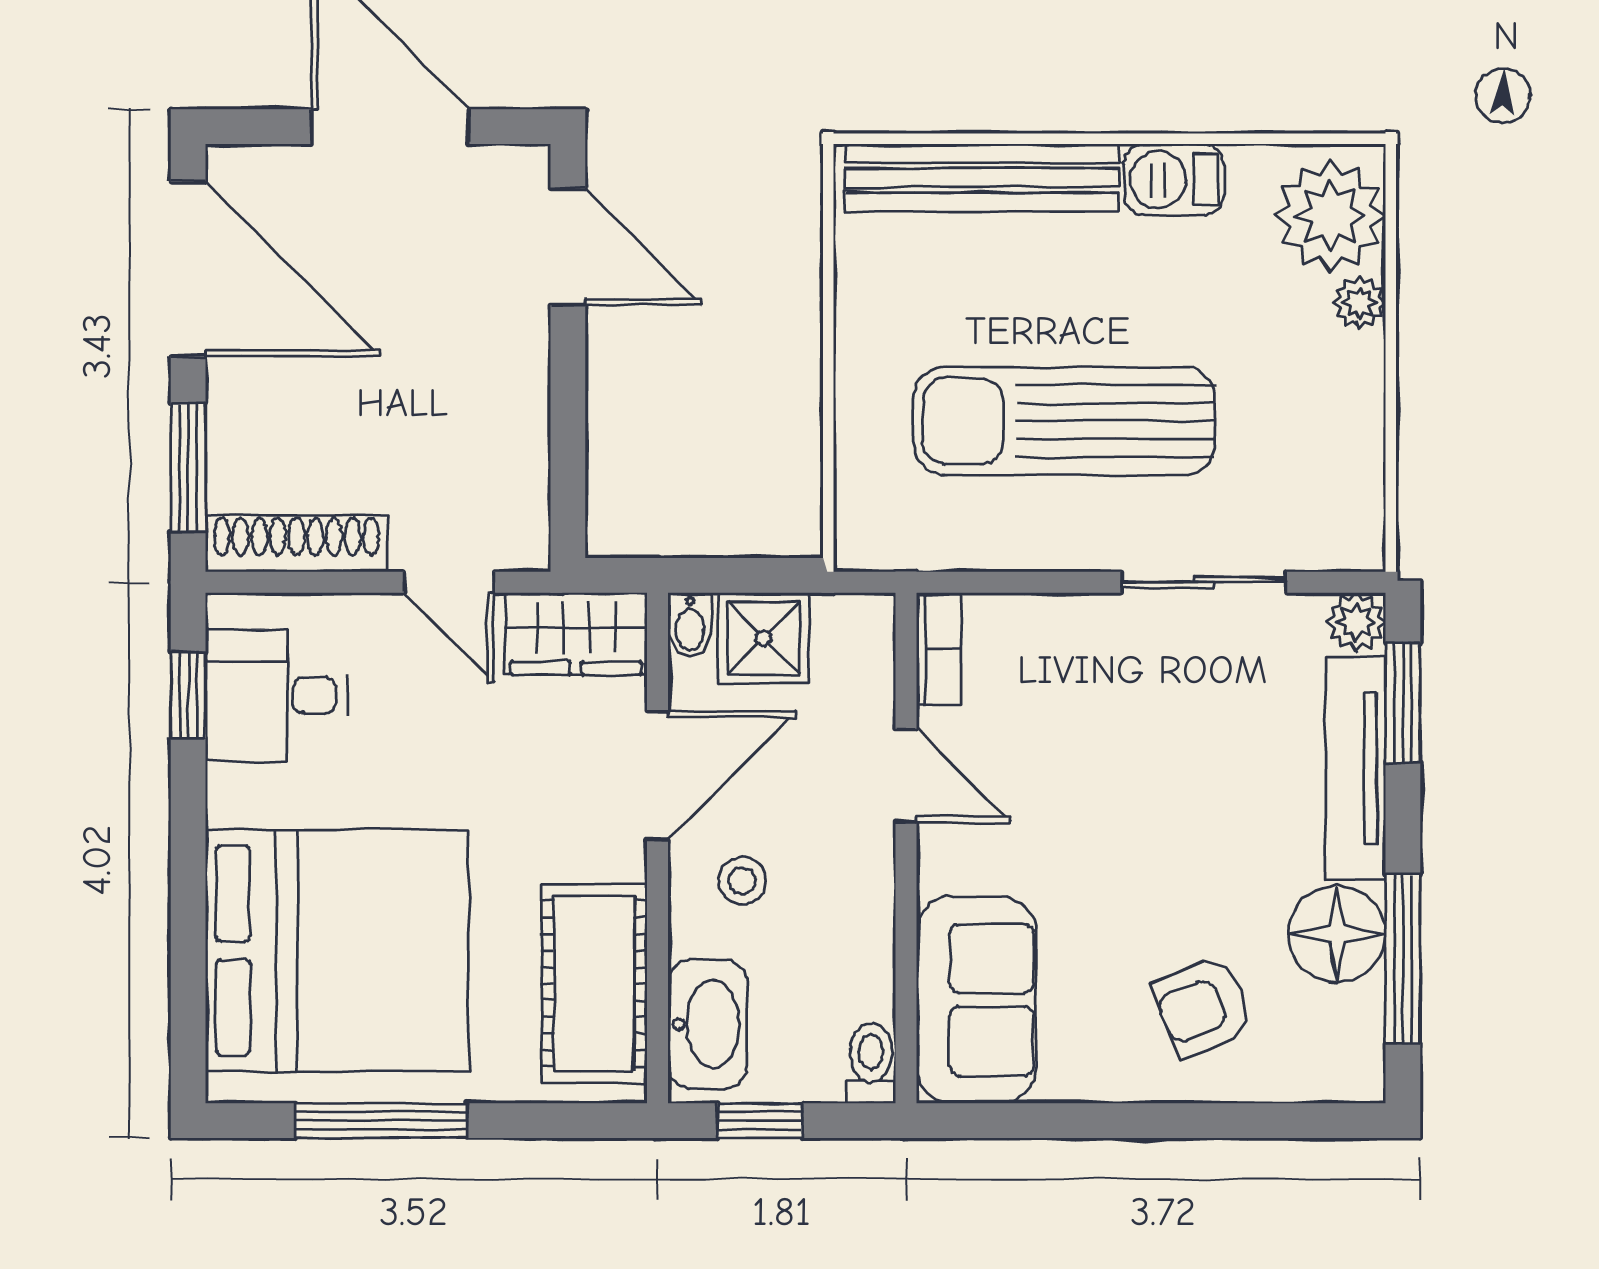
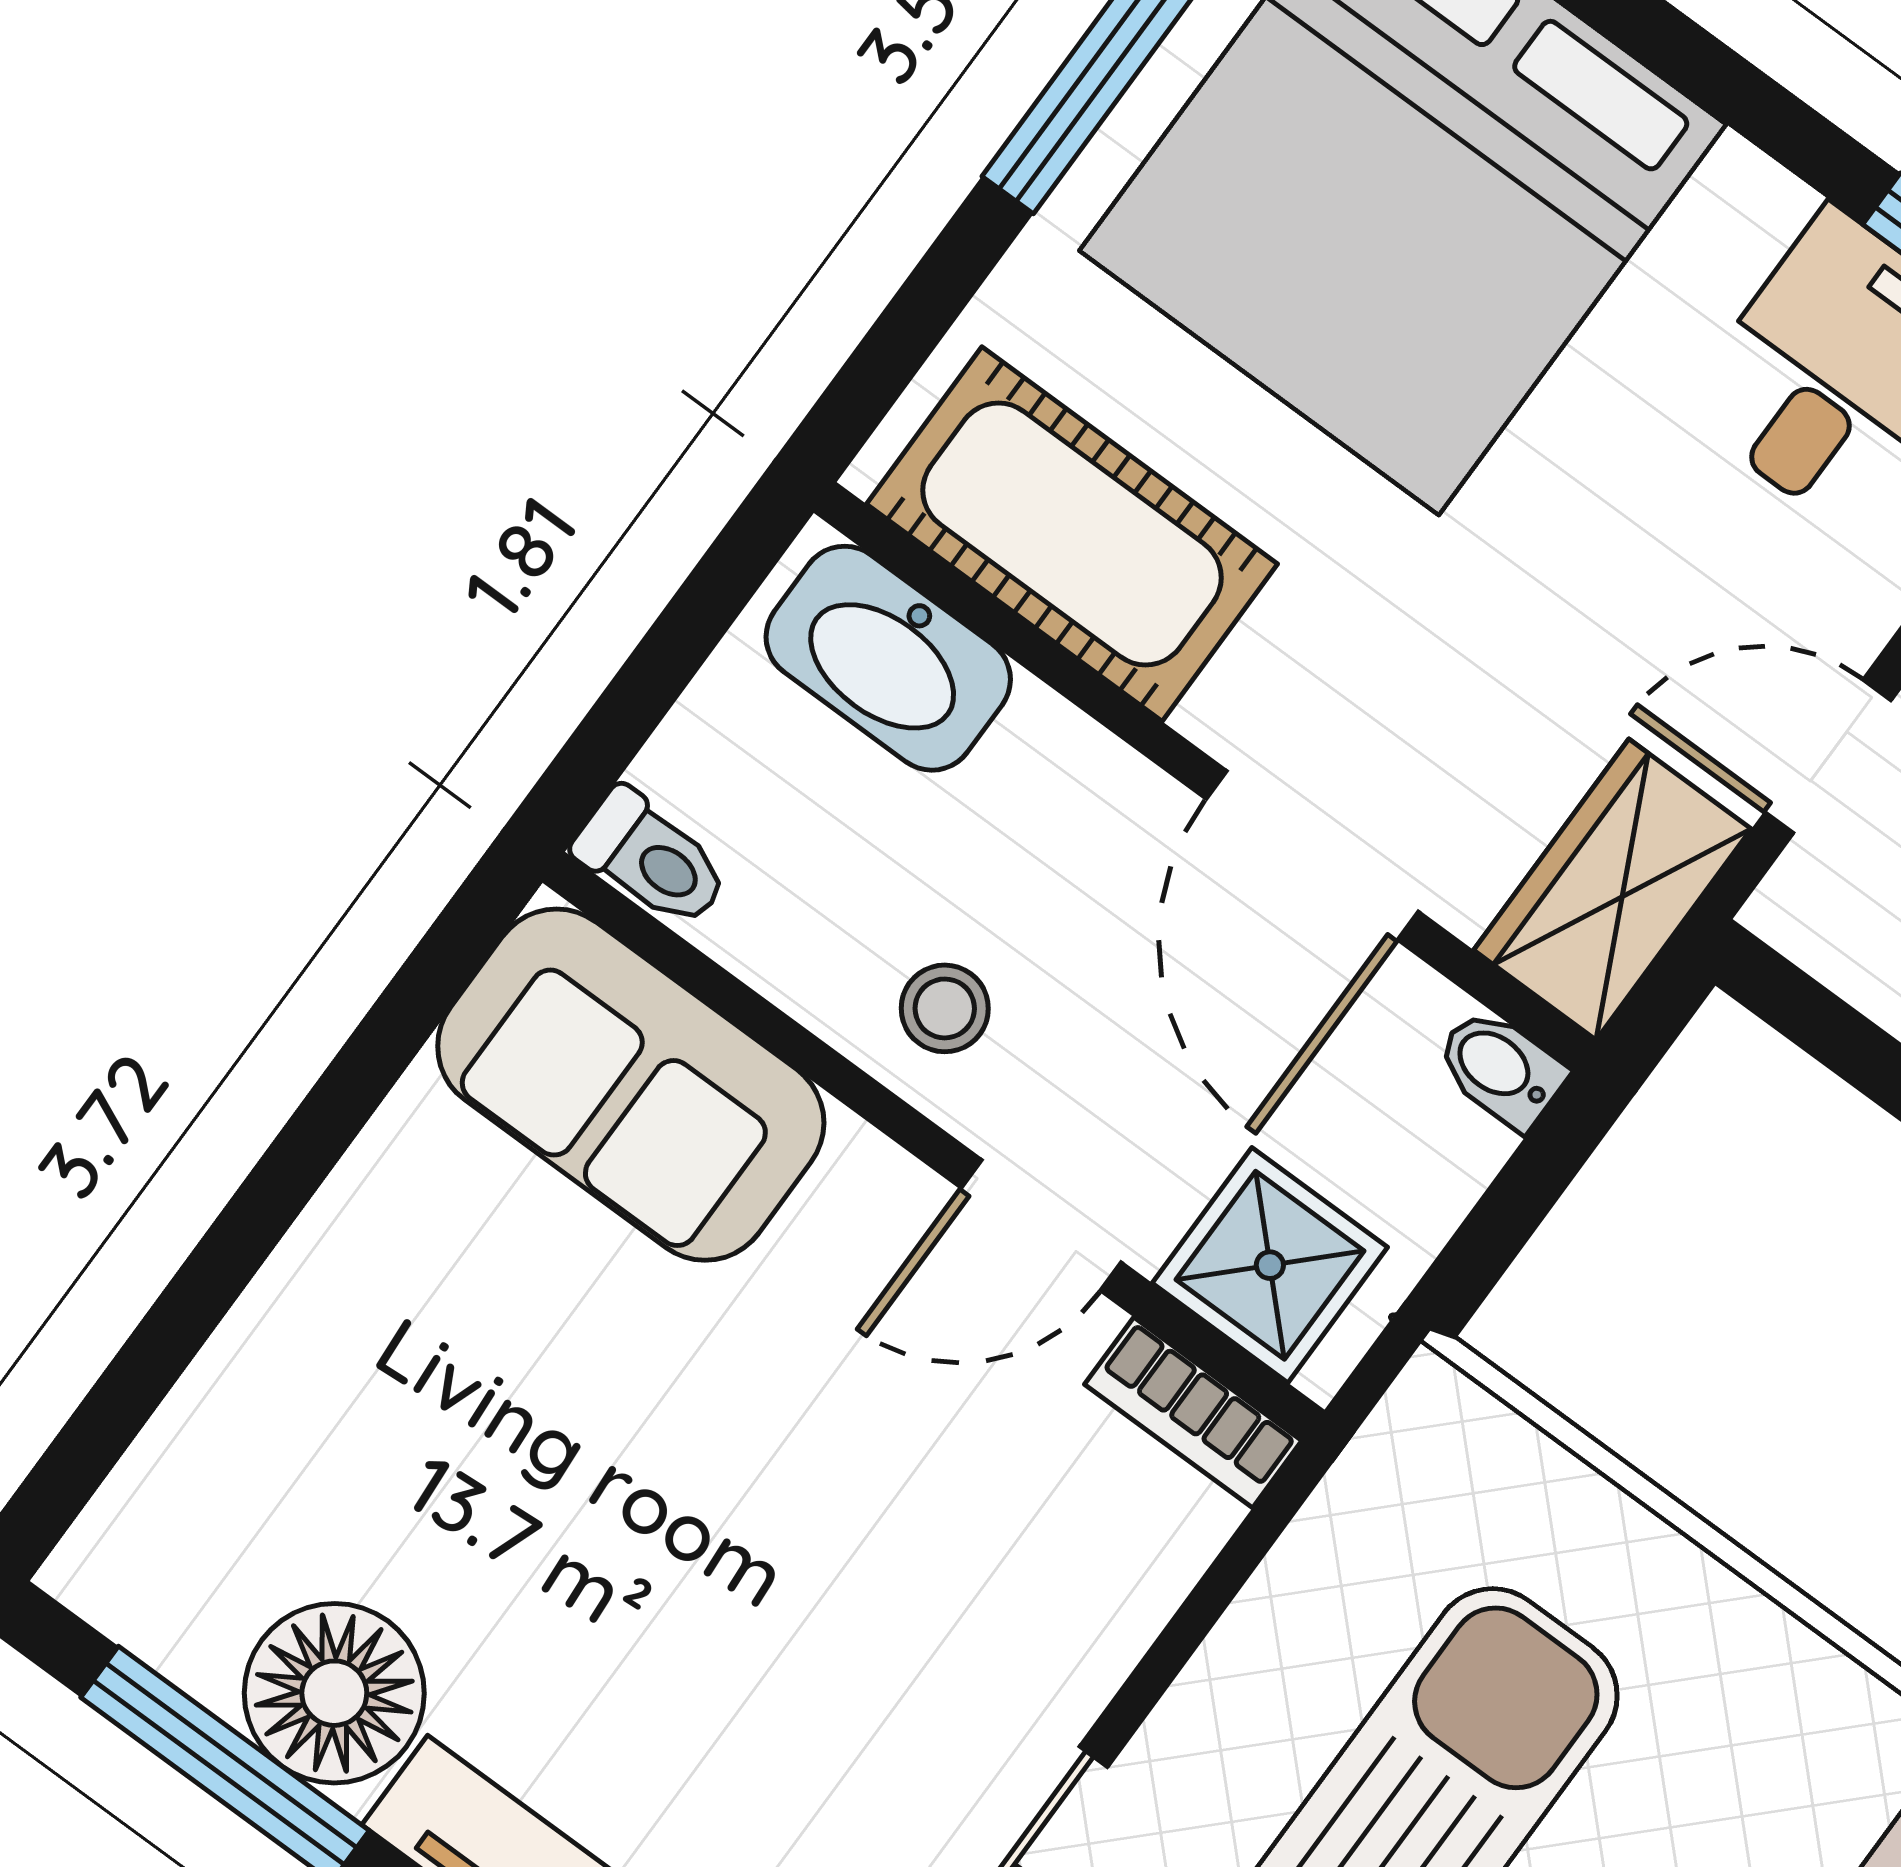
shower: (763, 638) -> (1270, 1265), moved
stool: (742, 881) -> (945, 1008), moved
armchair: (1203, 1007) -> (372, 1415), removed
window: (760, 1121) -> (687, 631), removed

